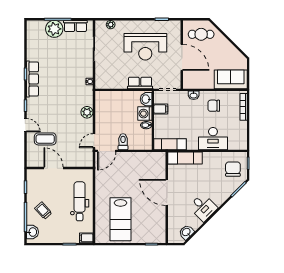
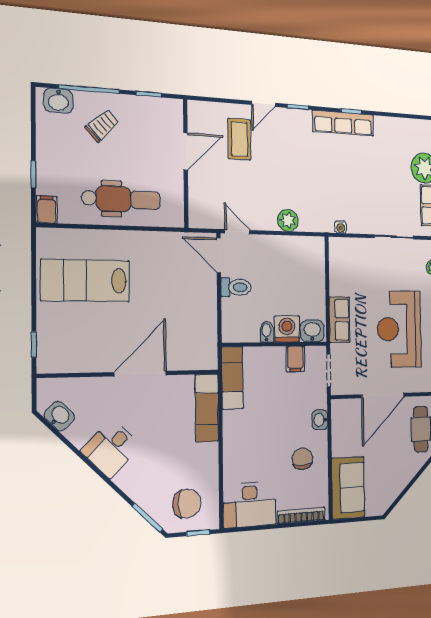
desk: (213, 139) -> (250, 505), moved, turned -90

